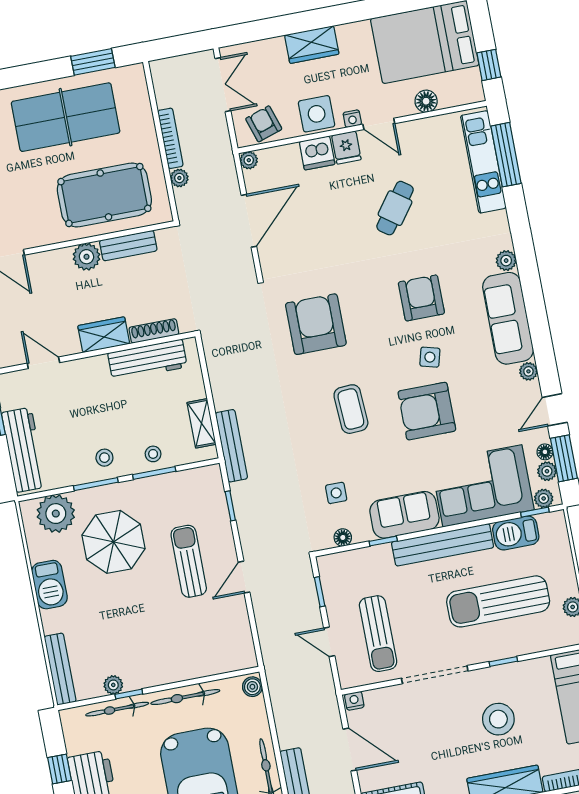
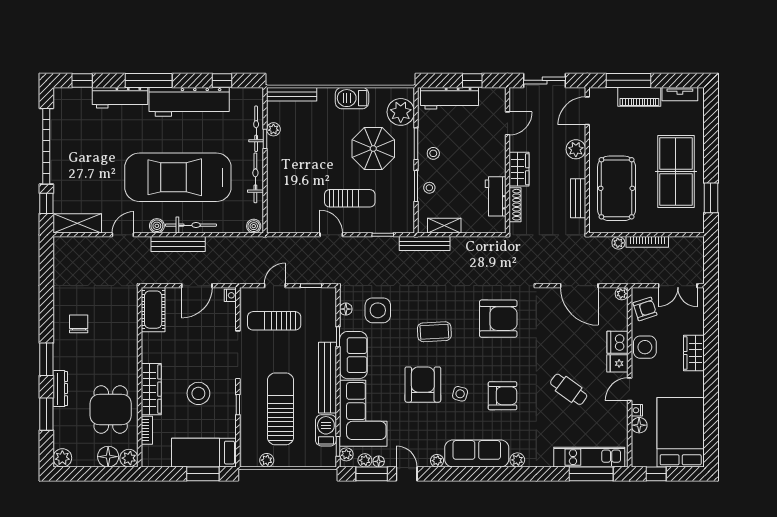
nightstand: (352, 119) -> (637, 410), moved
plant: (87, 257) -> (576, 149), moved
workbench: (147, 360) -> (496, 196), width x0.73
side table: (336, 493) -> (378, 310), width x1.87, depth x1.87

